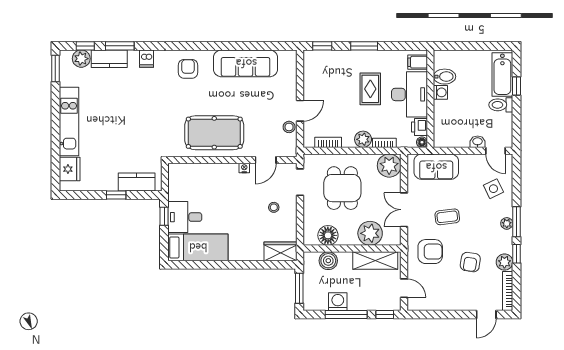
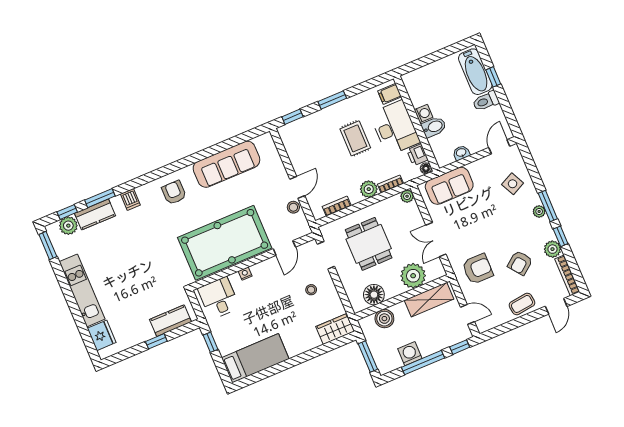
bidet: (445, 77) -> (434, 127), moved
pool table: (214, 133) -> (225, 243), width x1.36, depth x1.32
washbasin: (478, 142) -> (461, 153), moved
door: (496, 151) -> (499, 147), swing flipped
plant: (389, 166) -> (407, 196), width x0.53, depth x0.53
nightstand: (244, 168) -> (245, 274), moved
desk: (185, 217) -> (219, 298), moved, turned 90
coffee table: (447, 217) -> (522, 304), moved
armchair: (470, 262) -> (520, 263), turned 43

